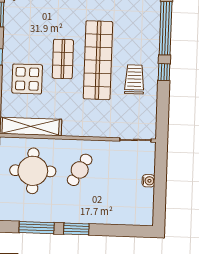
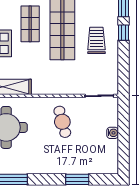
cafe table: (80, 170) -> (62, 122), moved, turned -45
window: (76, 229) -> (77, 179), moved

